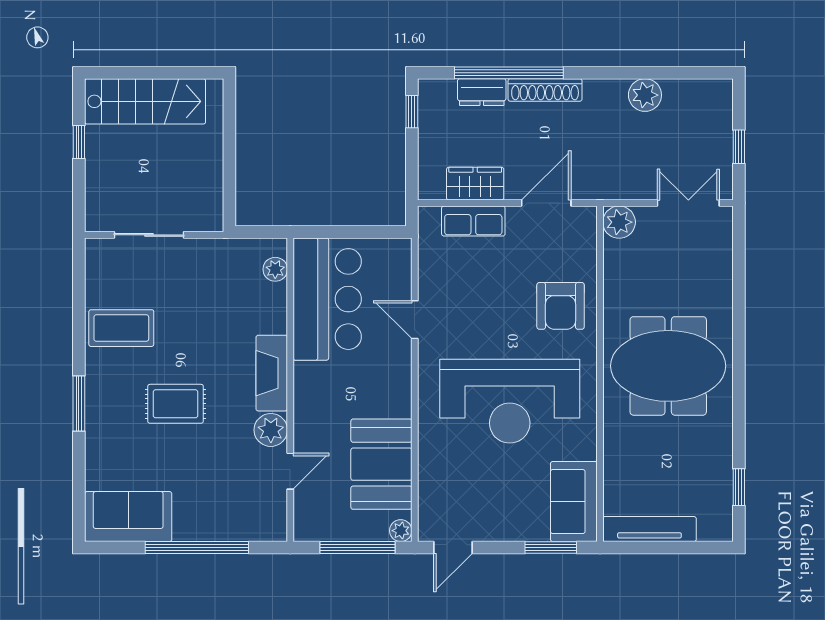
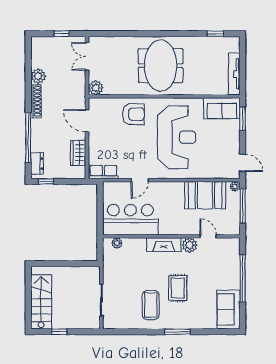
shoe rack: (545, 90) -> (36, 101), moved
dresser: (482, 92) -> (37, 164), moved
row of seats: (473, 221) -> (104, 172), moved, turned -90
coffee table: (121, 328) -> (151, 305), moved

